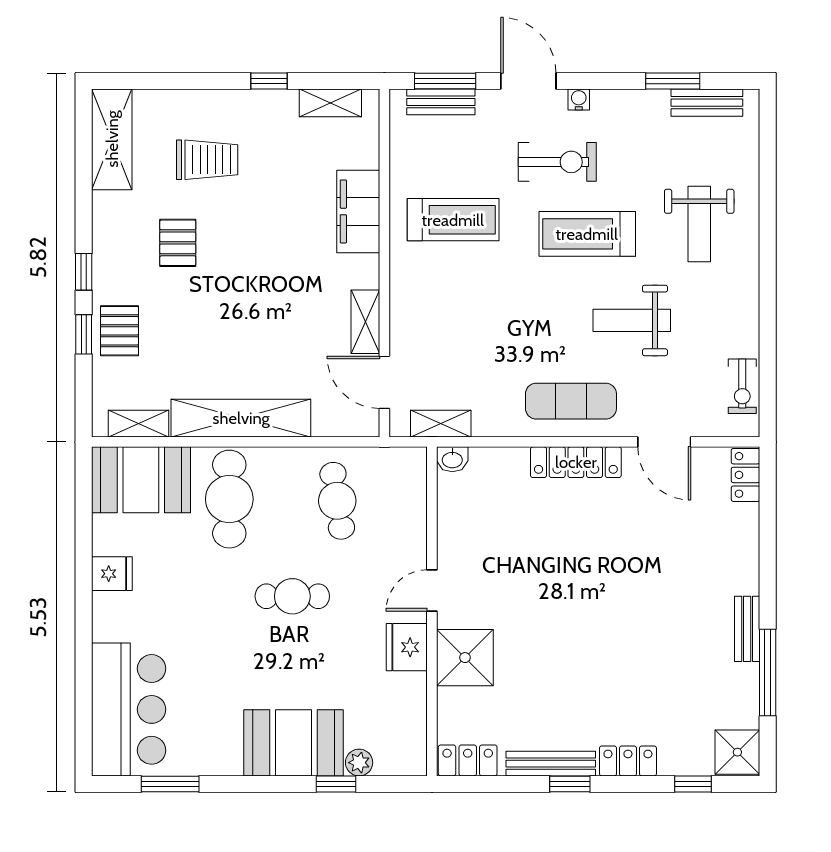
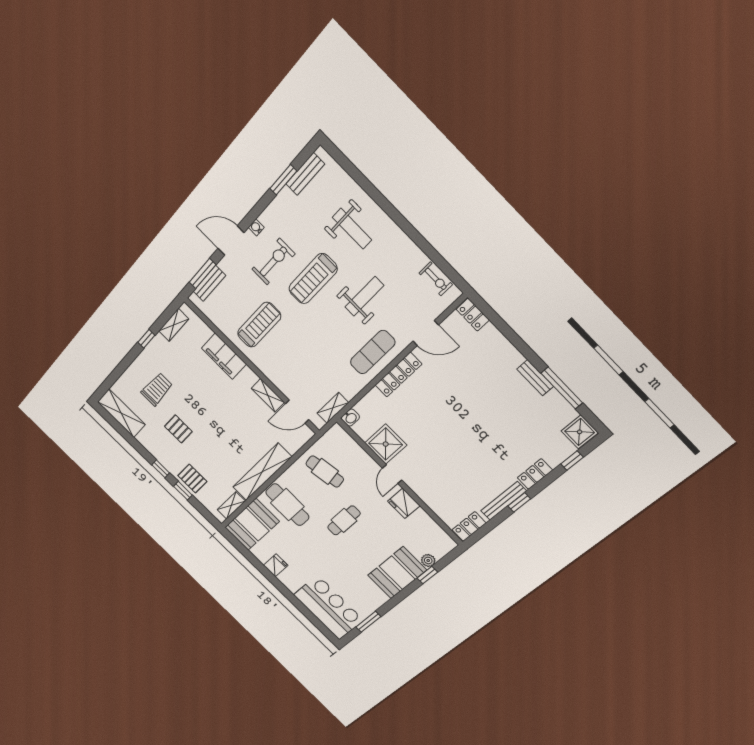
weight bench: (632, 320) -> (364, 296), turned 180
shower: (465, 658) -> (386, 444), moved

